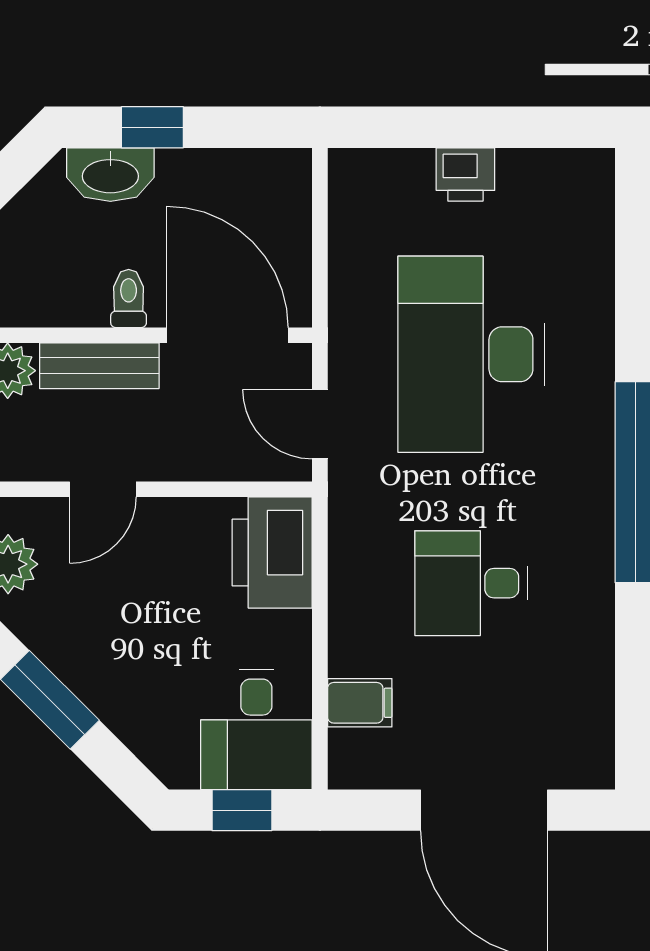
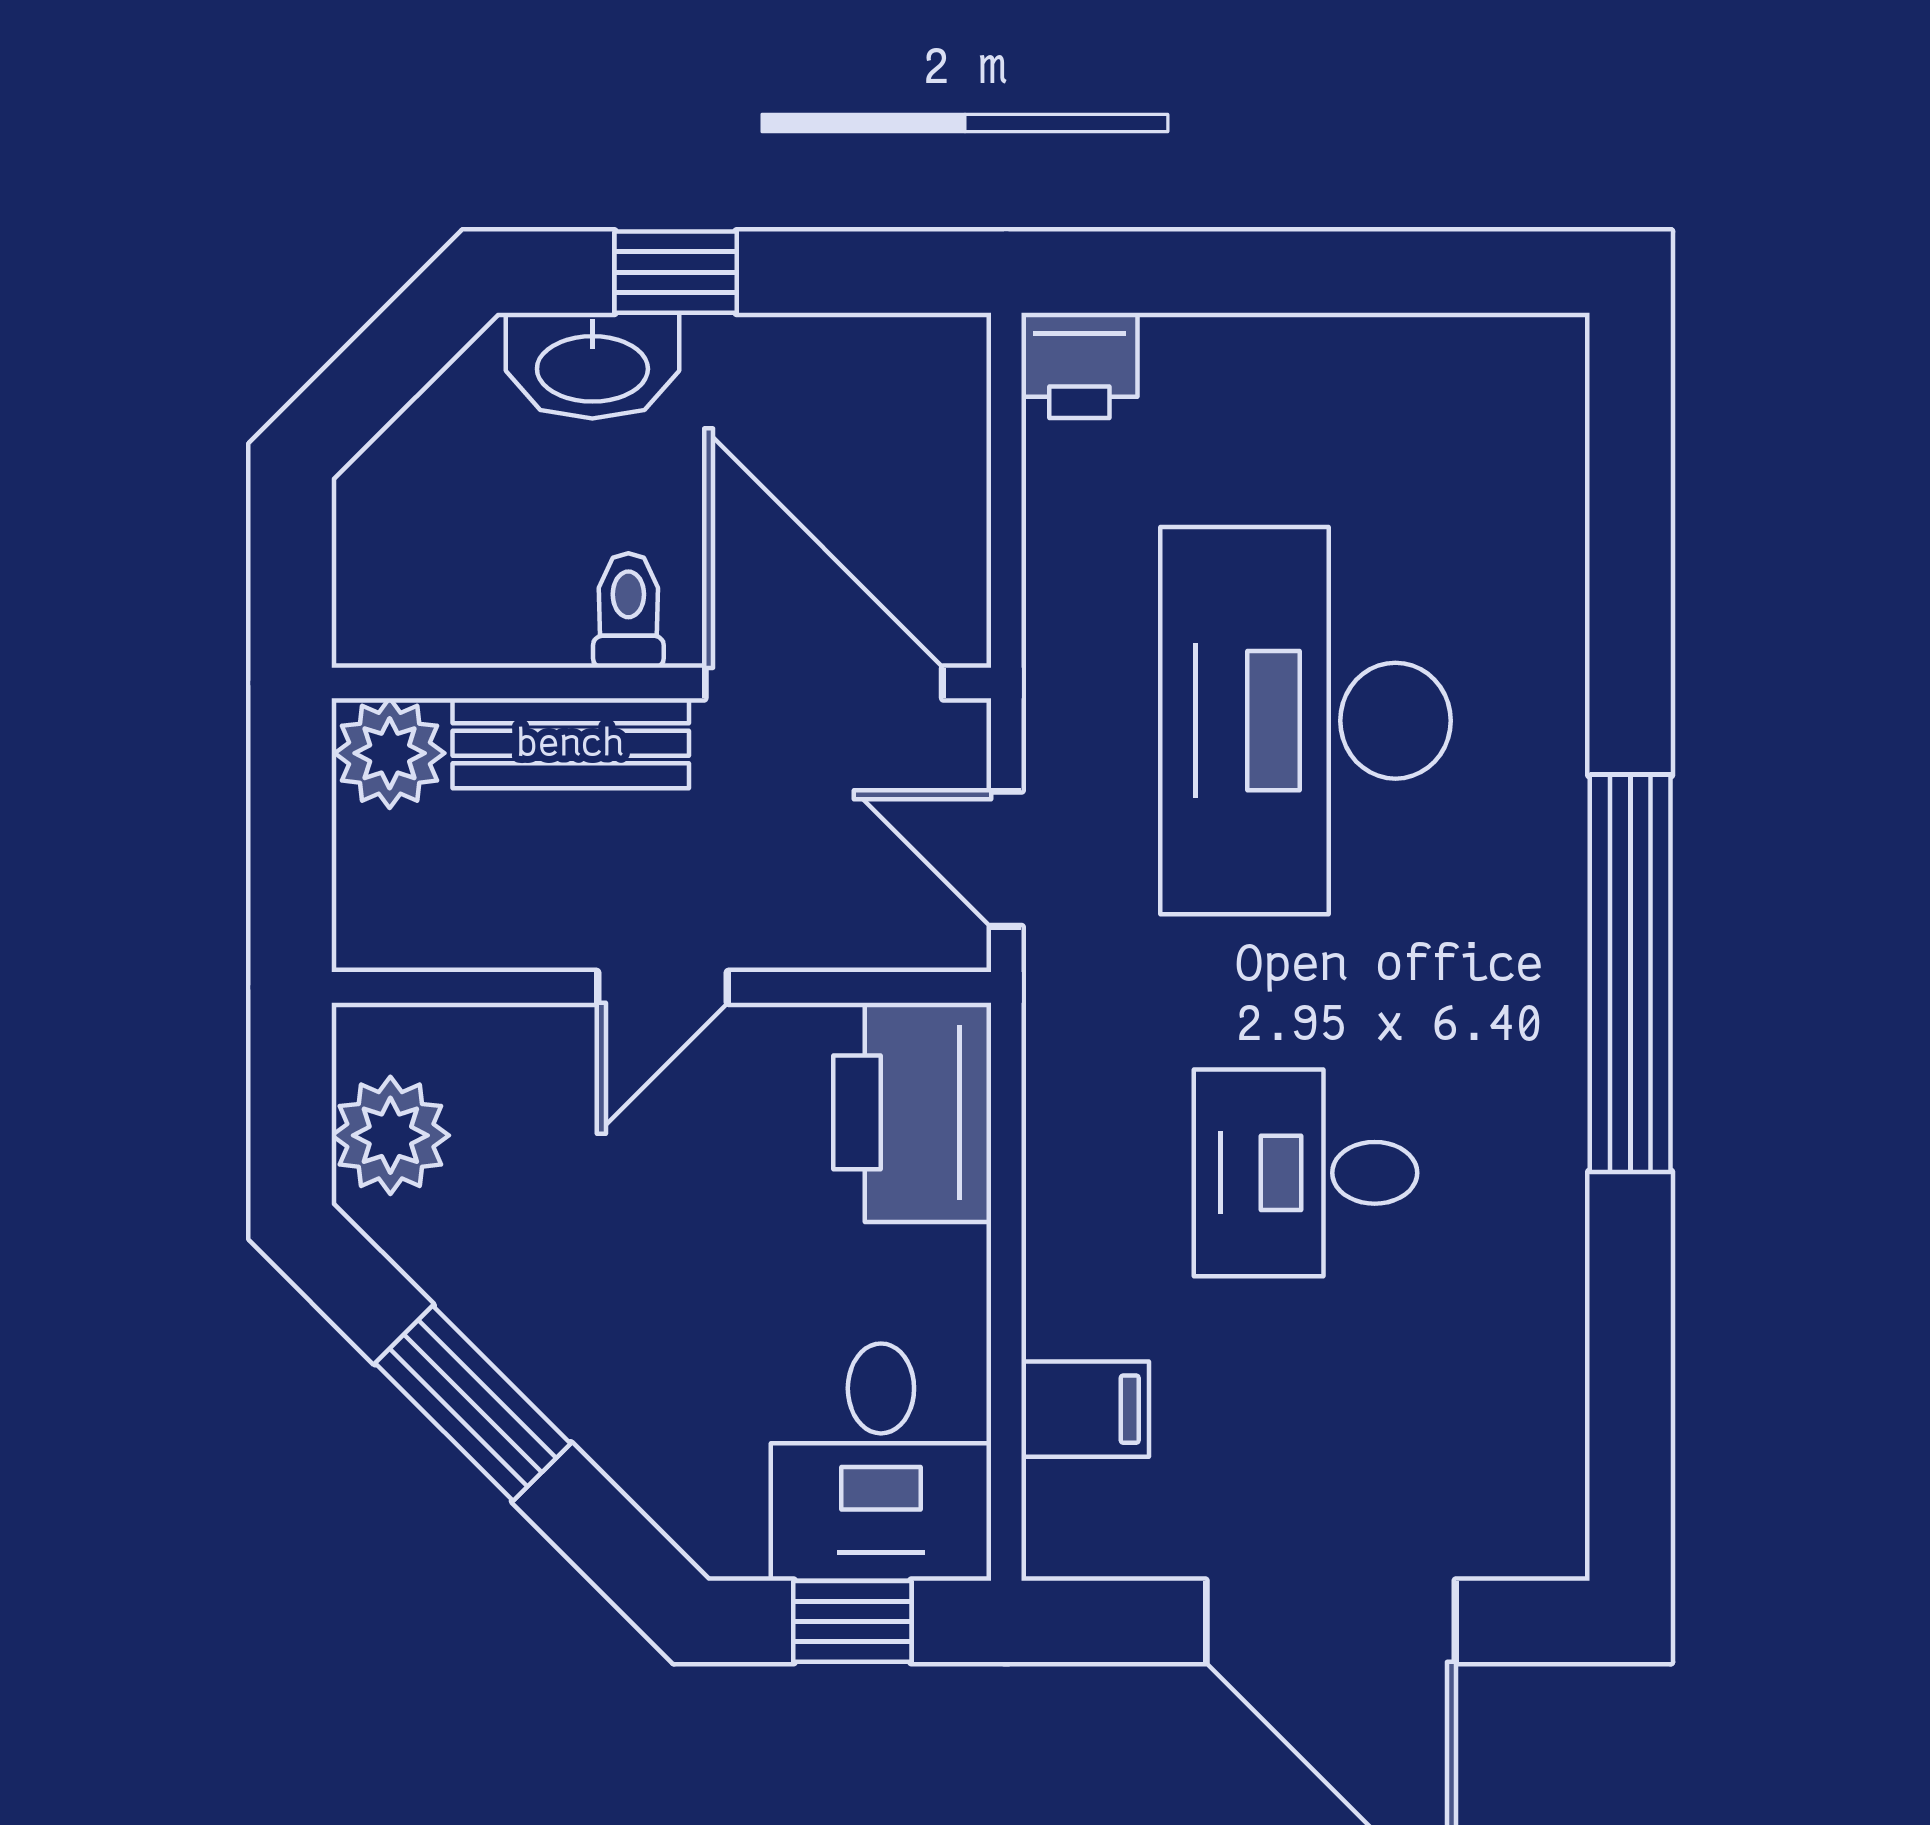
printer: (465, 174) -> (1079, 365), moved
door: (103, 489) -> (663, 987), moved

